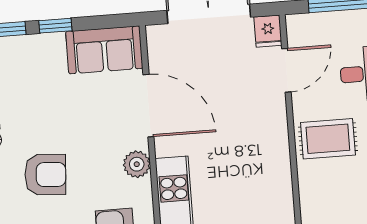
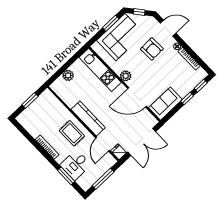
rug: (328, 139) -> (72, 133), turned 90
kitchen counter: (274, 141) -> (88, 119), added
armchair: (45, 175) -> (152, 49), turned -96

